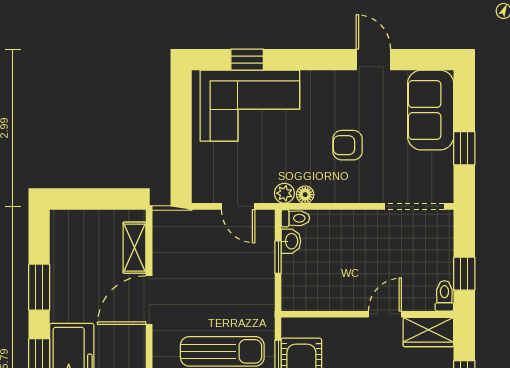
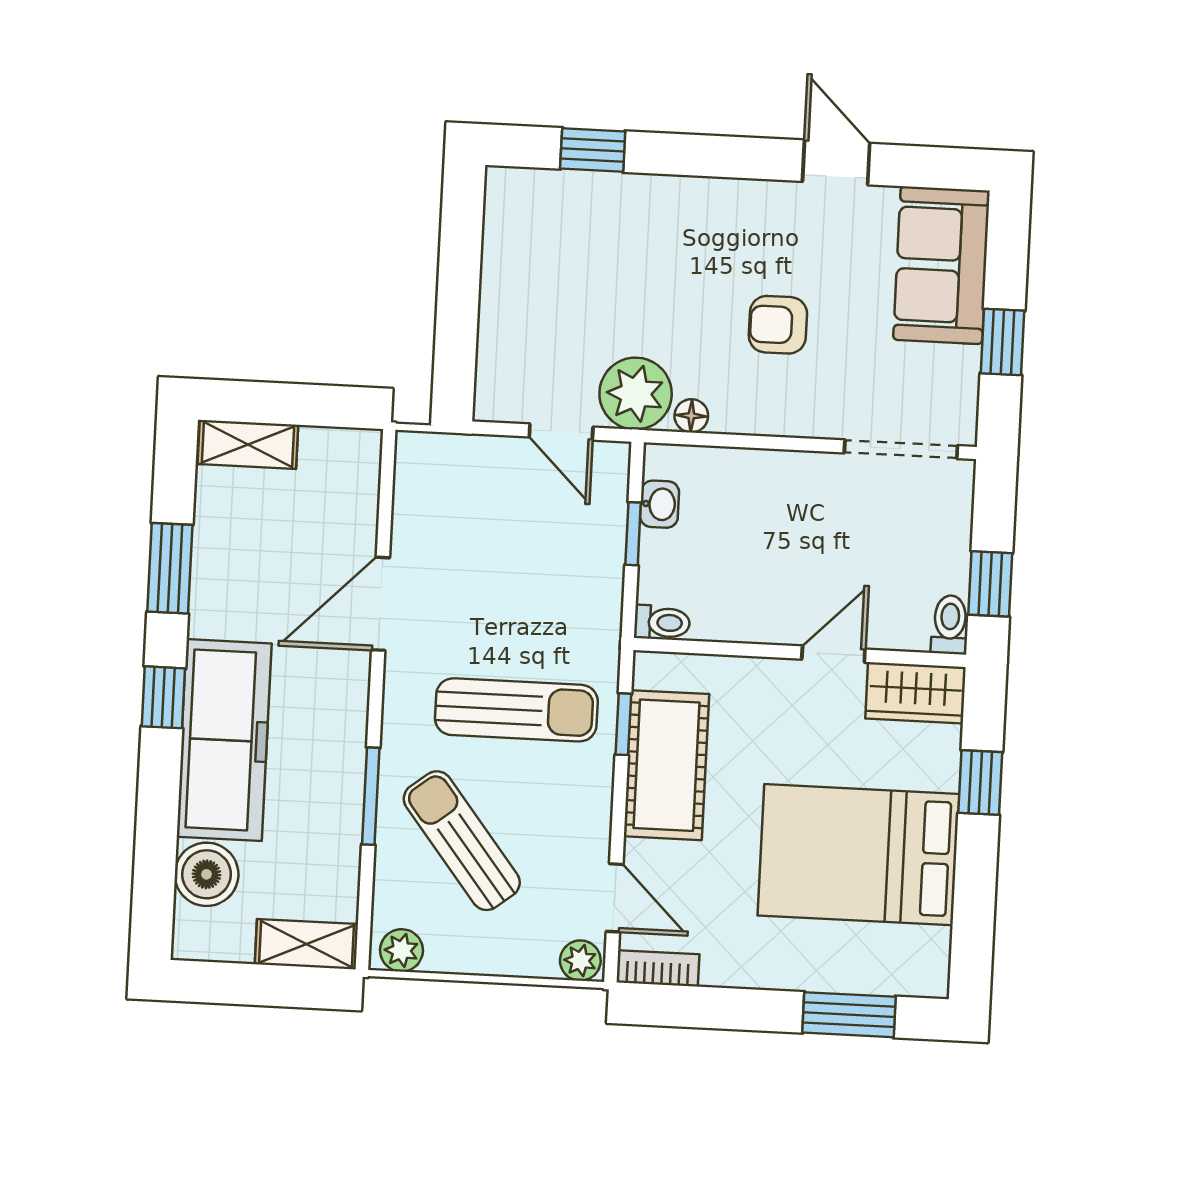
corner sofa: (250, 106) -> (594, 239), removed
plant: (284, 193) -> (636, 394), width x1.88, depth x1.88
toilet: (295, 218) -> (662, 623), moved
shelving: (134, 248) -> (248, 444), moved, turned 90

